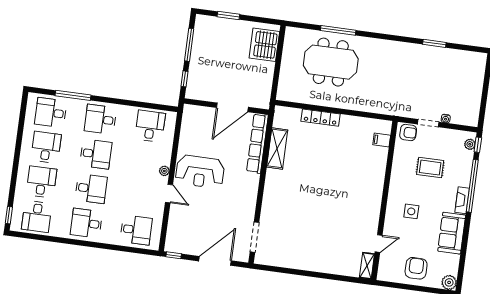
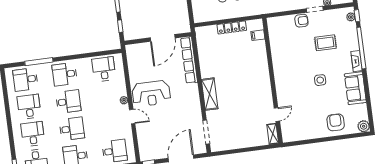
filing cabinet: (382, 140) -> (258, 35), moved
shelving: (277, 148) -> (210, 94), moved
wall: (384, 201) -> (272, 81), moved
door: (379, 243) -> (277, 115), moved
shelving: (367, 266) -> (273, 134), moved

